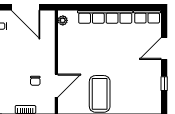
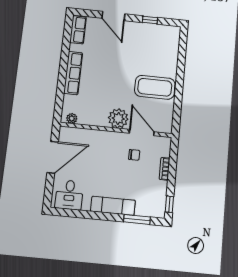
row of seats: (105, 17) -> (73, 73), width x0.73
plant: (67, 63) -> (118, 118), added

